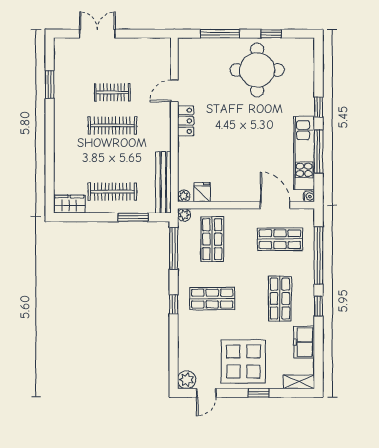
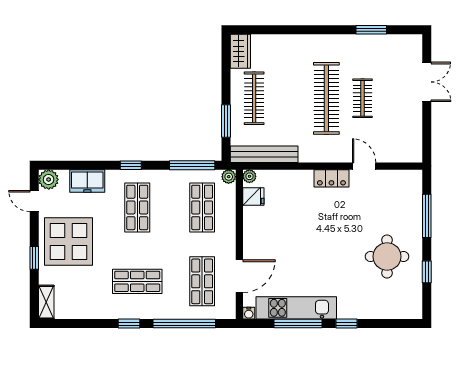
round table: (257, 70) -> (387, 256), width x0.73, depth x0.73
clothes rail: (112, 125) -> (326, 98), width x1.37, depth x1.31
shop shelf: (212, 239) -> (202, 207), turned 90
freezer: (304, 342) -> (87, 181), moved, turned 180

